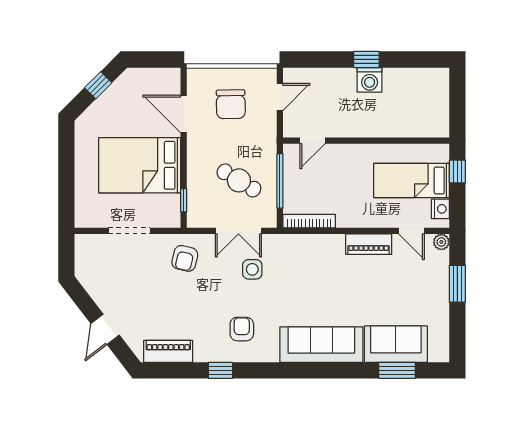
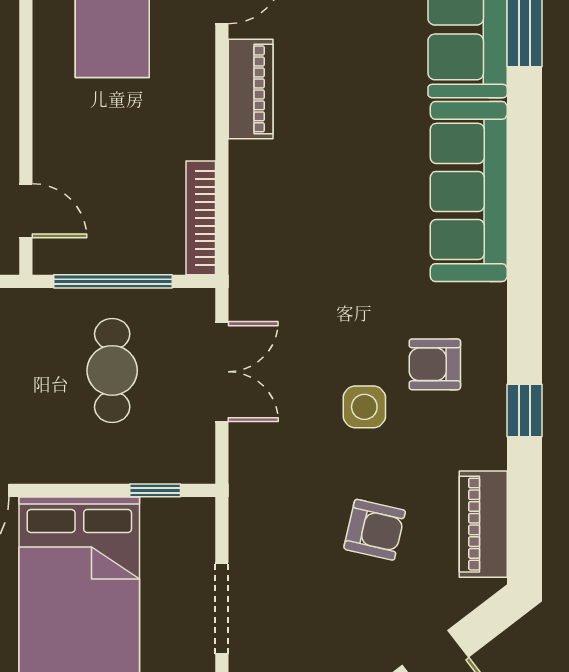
cafe table: (239, 180) -> (112, 370), turned -31
armchair: (185, 258) -> (375, 530), moved
side table: (252, 269) -> (364, 407), moved

